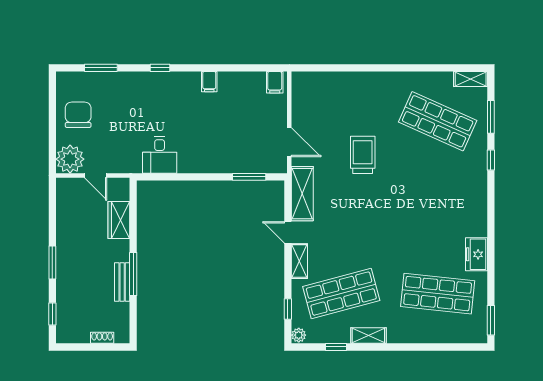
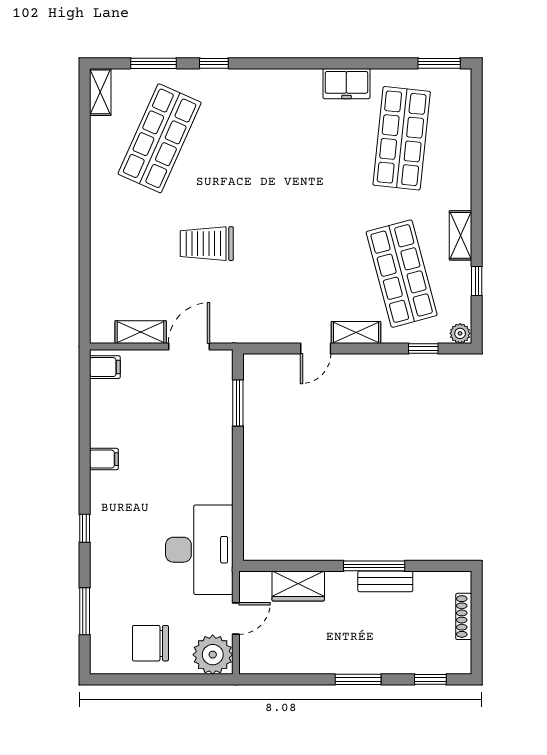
desk: (160, 155) -> (199, 550), width x1.87, depth x1.30
shelving: (302, 194) -> (141, 332), moved, width x0.67, depth x0.75
shoe rack: (102, 338) -> (464, 616), width x1.43

